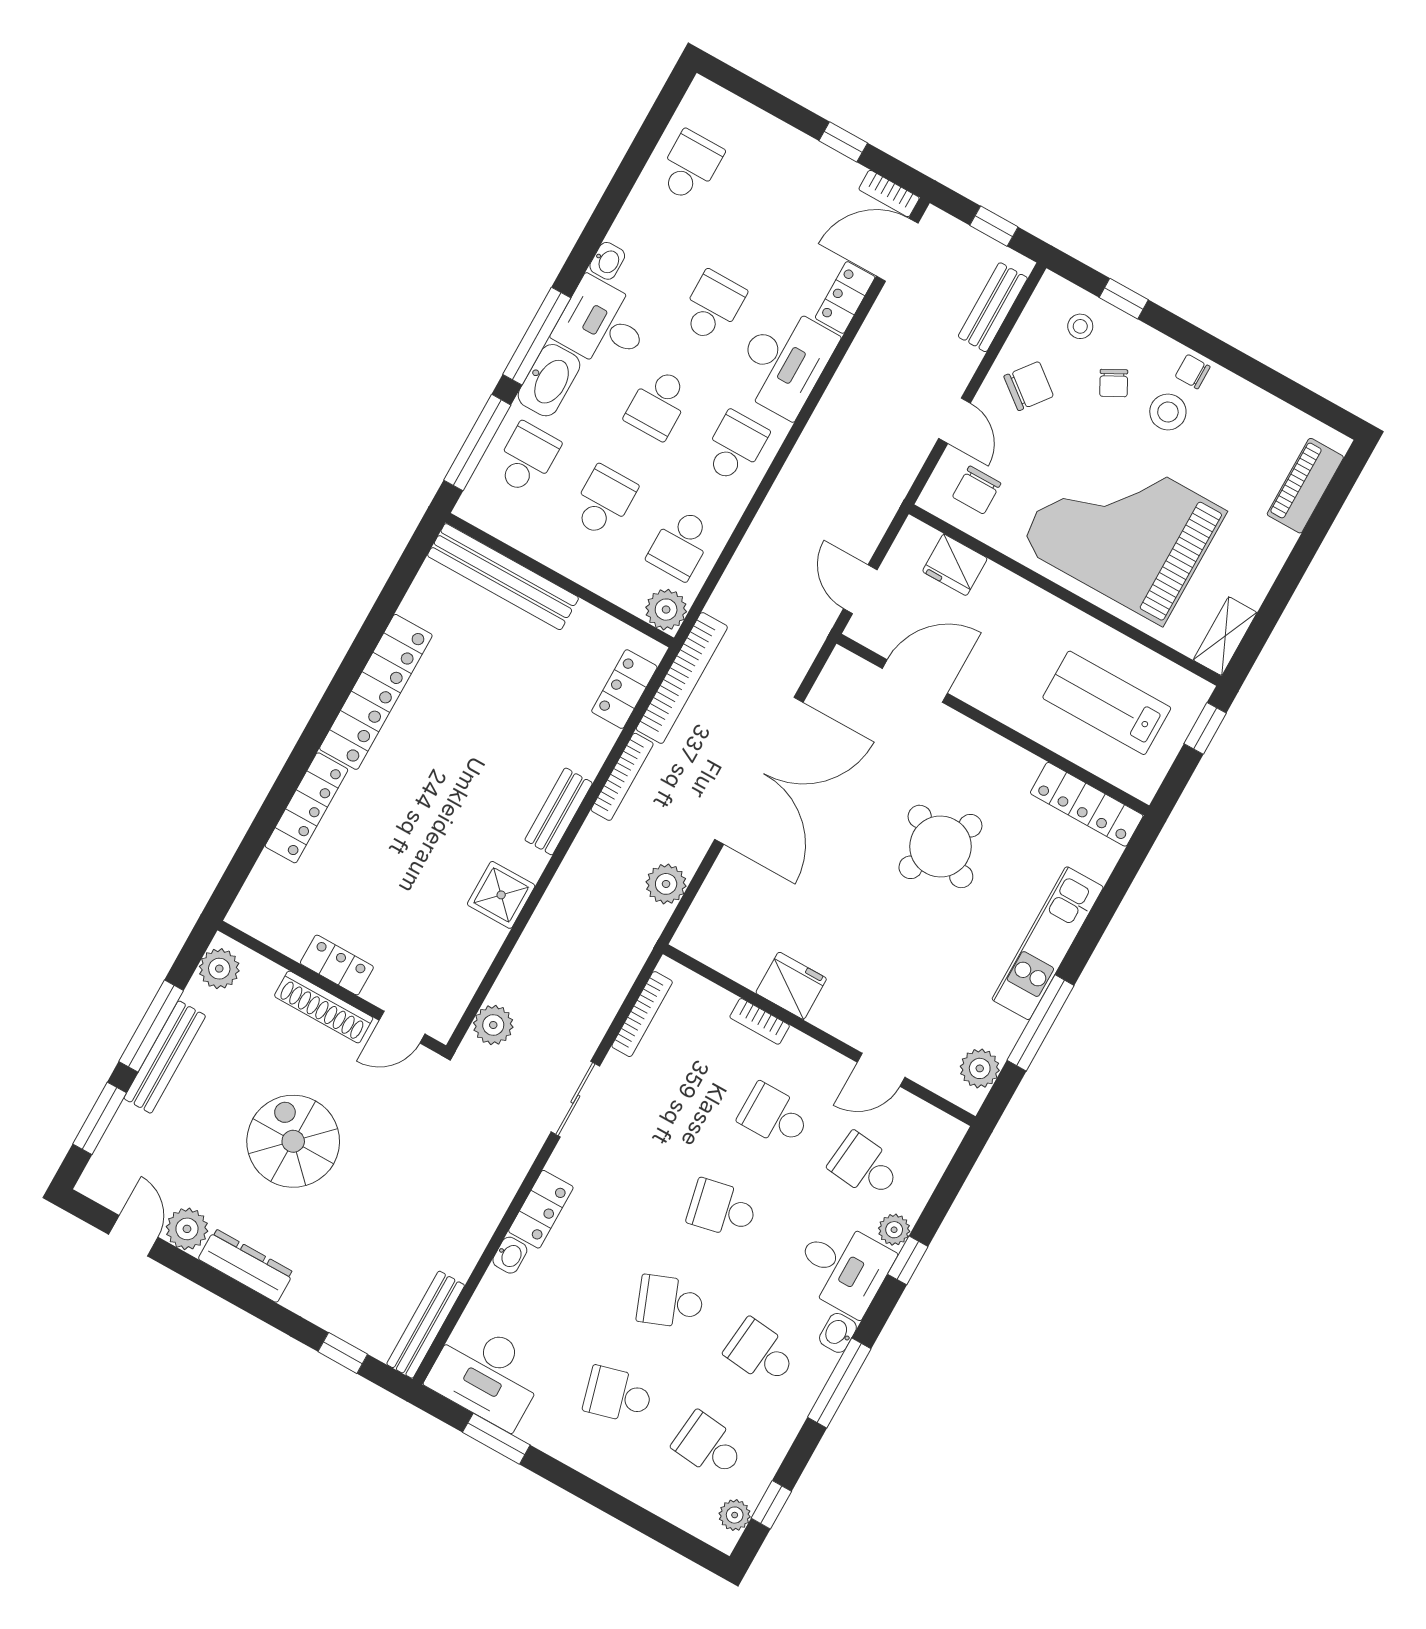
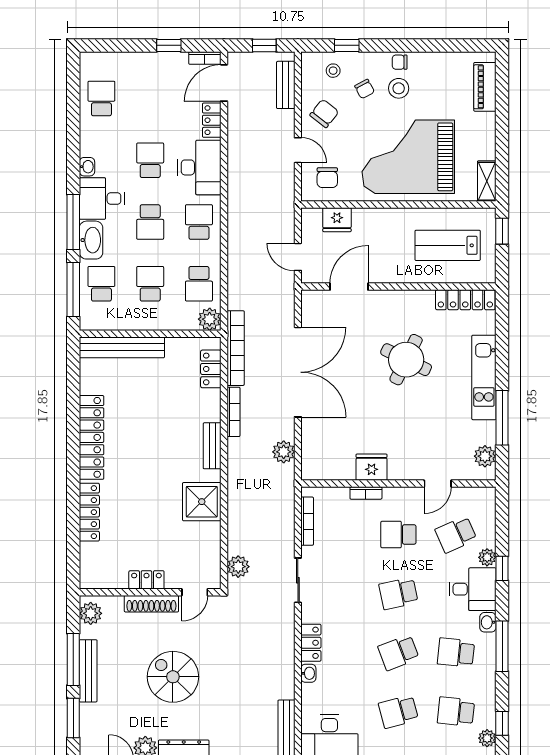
shower: (501, 895) -> (202, 502), width x1.36, depth x1.36
school desk: (865, 1166) -> (456, 534), turned -30

